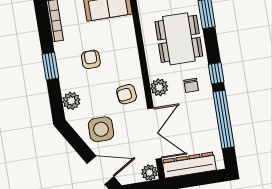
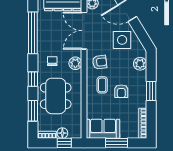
coffee table: (118, 64) -> (102, 85), added
window: (216, 73) -> (33, 79), moved

